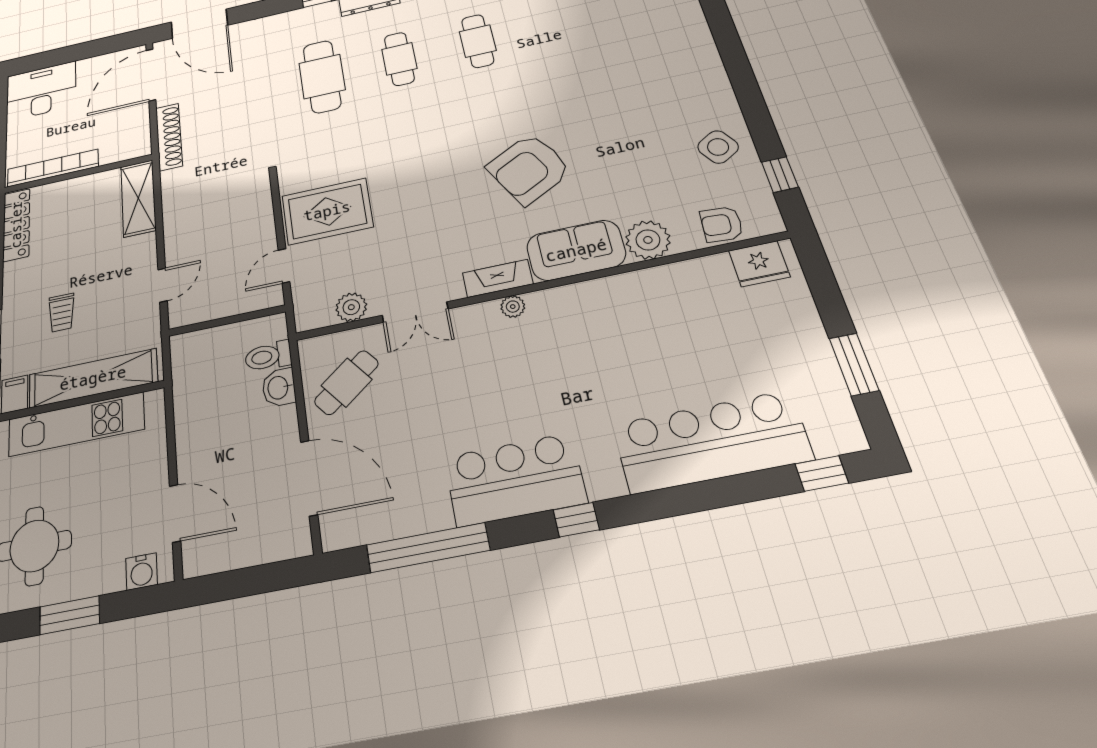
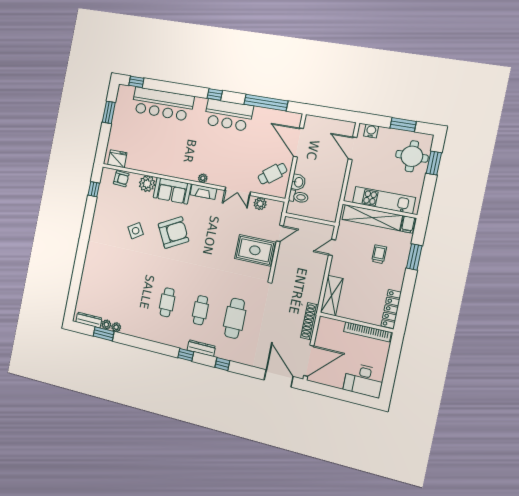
side table: (718, 147) -> (136, 231), moved
double door: (415, 312) -> (238, 191), swing flipped

